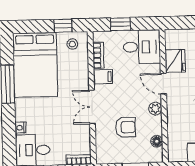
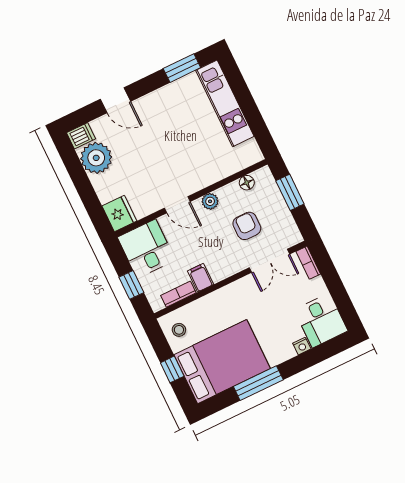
window: (63, 26) -> (172, 369), moved
fridge: (175, 61) -> (119, 213), moved, turned 90
door: (163, 84) -> (177, 205), hinge flipped
double door: (92, 107) -> (269, 261), moved

